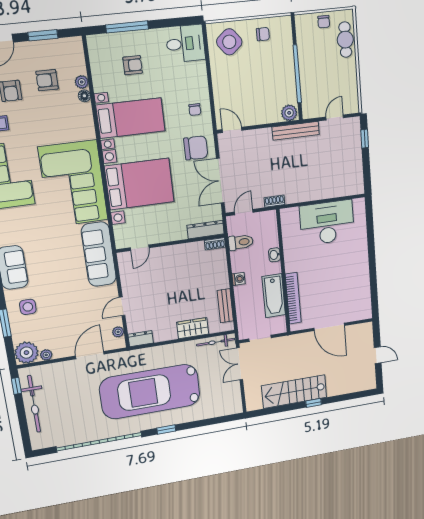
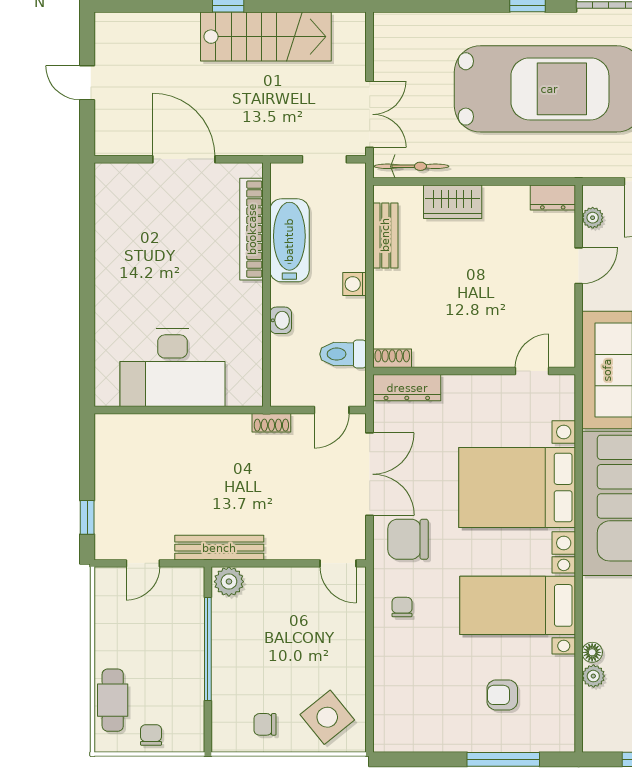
desk: (185, 44) -> (406, 722), removed

